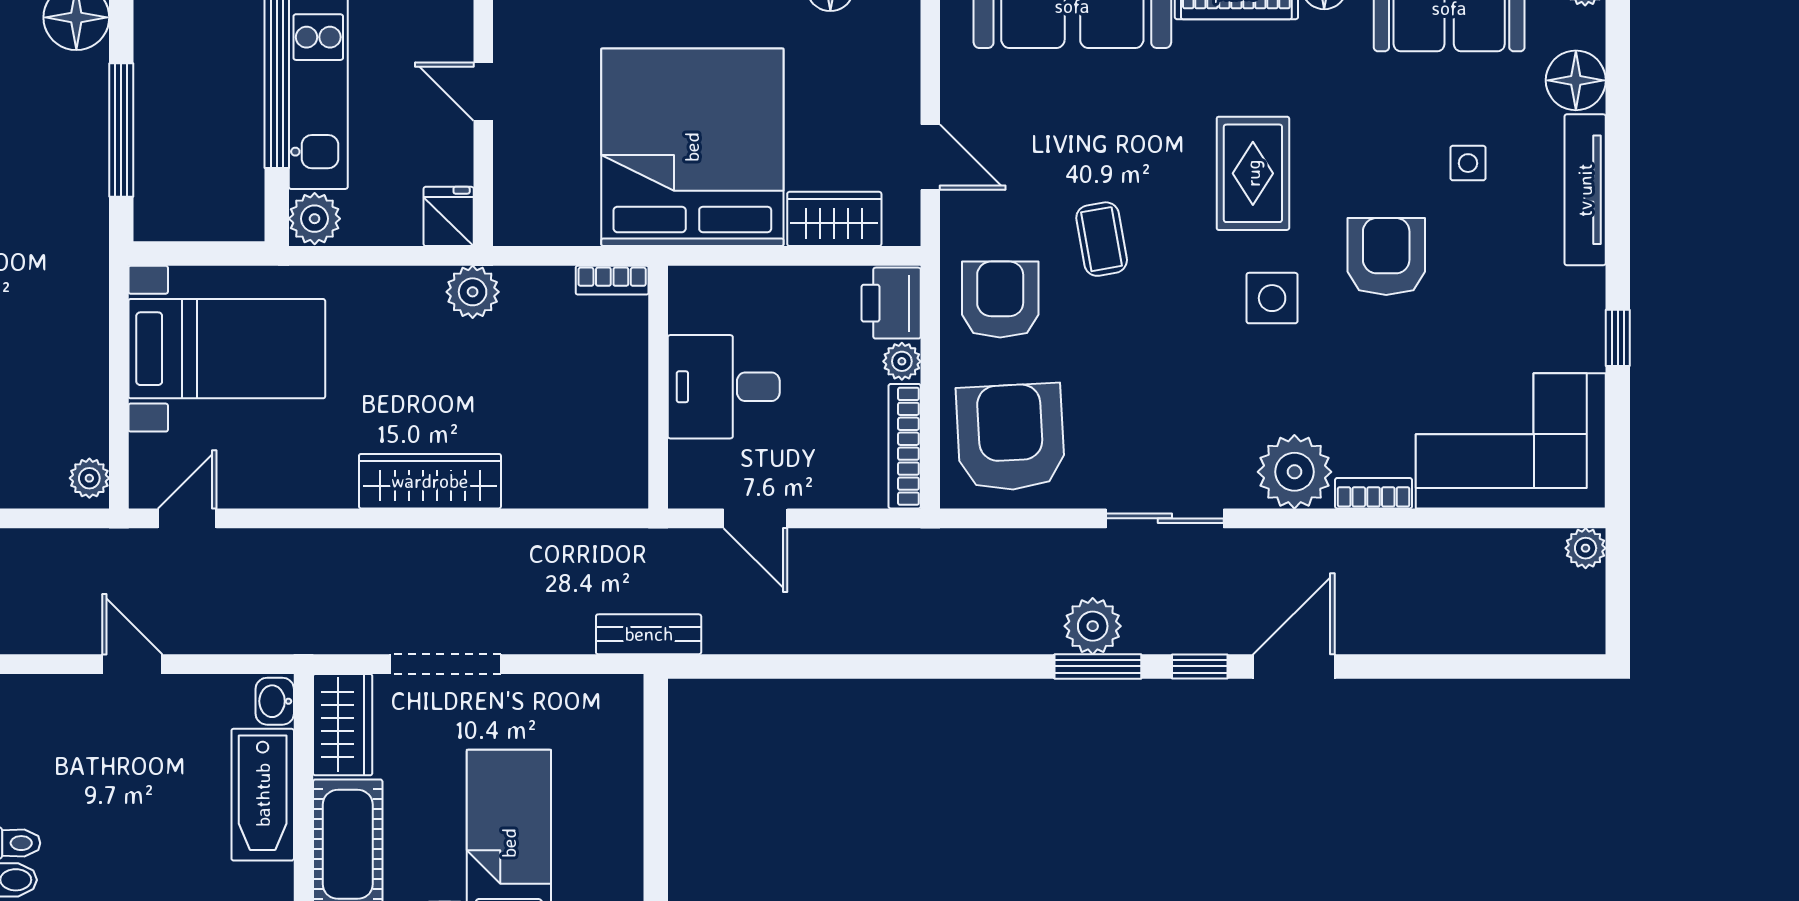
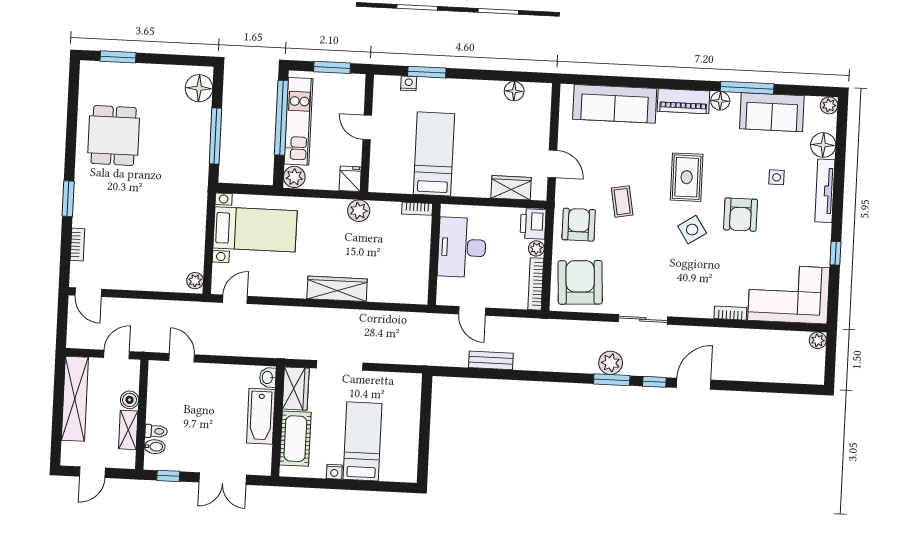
bed: (692, 147) -> (434, 154), width x0.49
armchair: (1386, 256) -> (741, 215), turned 180
side table: (1272, 298) -> (692, 230), turned -33
desk: (724, 387) -> (462, 247), width x1.37
plant: (1294, 472) -> (698, 303), removed
bench: (649, 634) -> (491, 360), moved
door: (132, 664) -> (182, 358), moved

